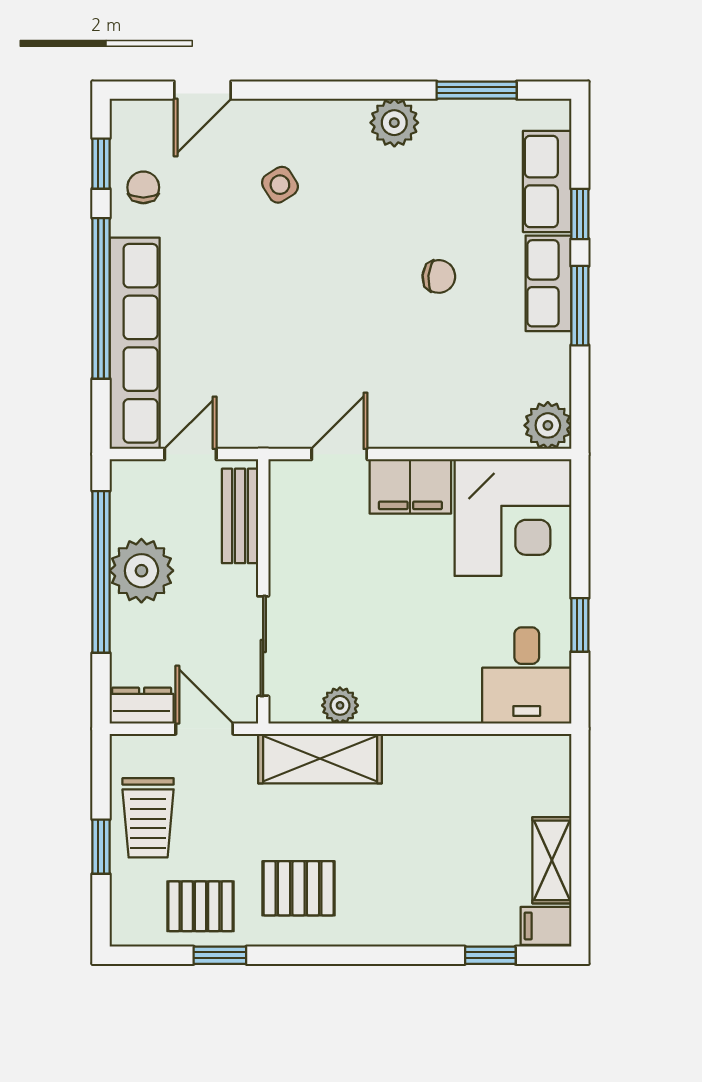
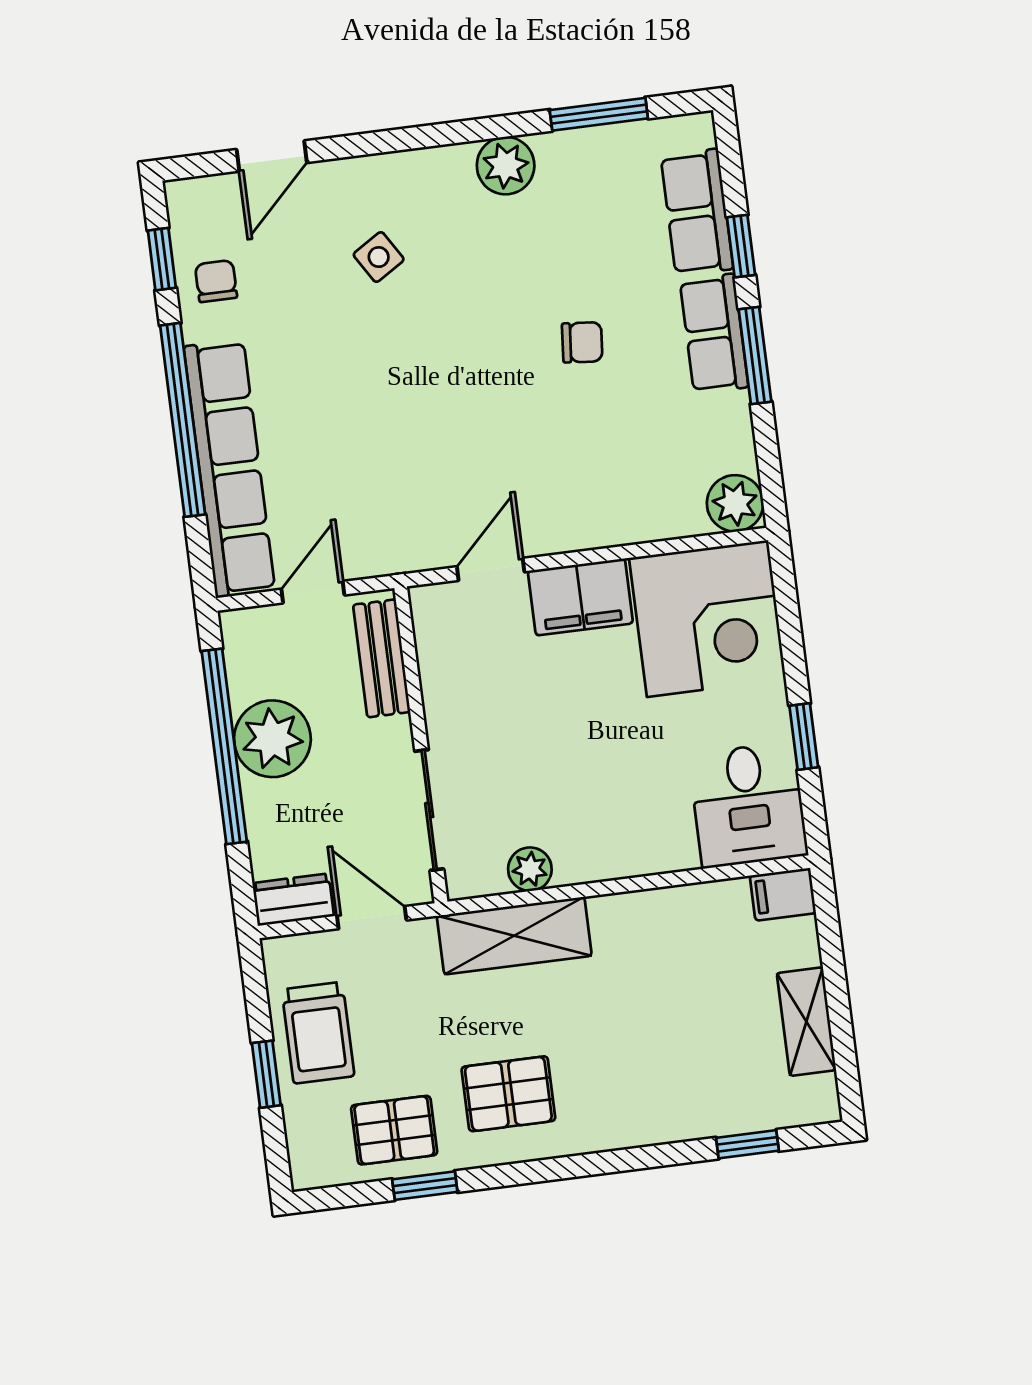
filing cabinet: (546, 926) -> (783, 894), moved

